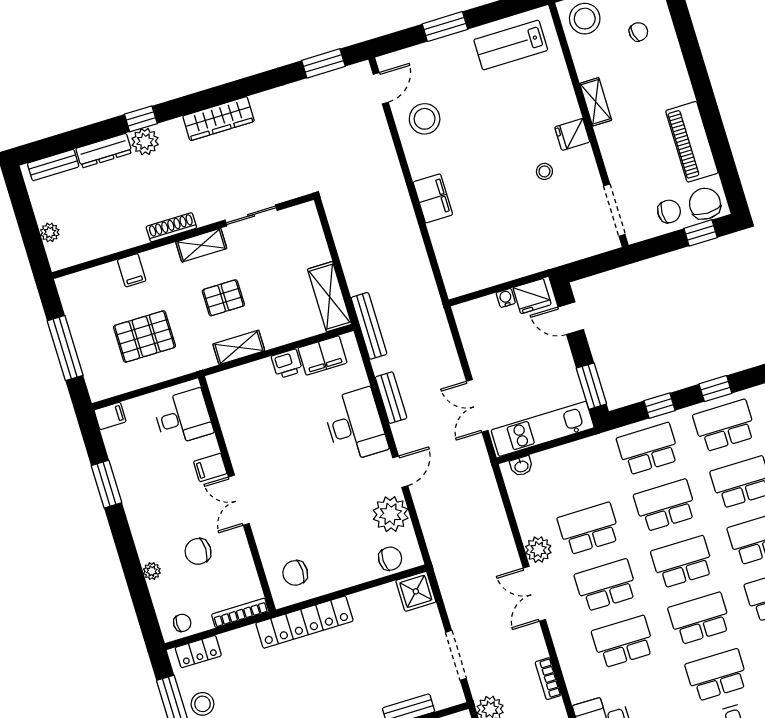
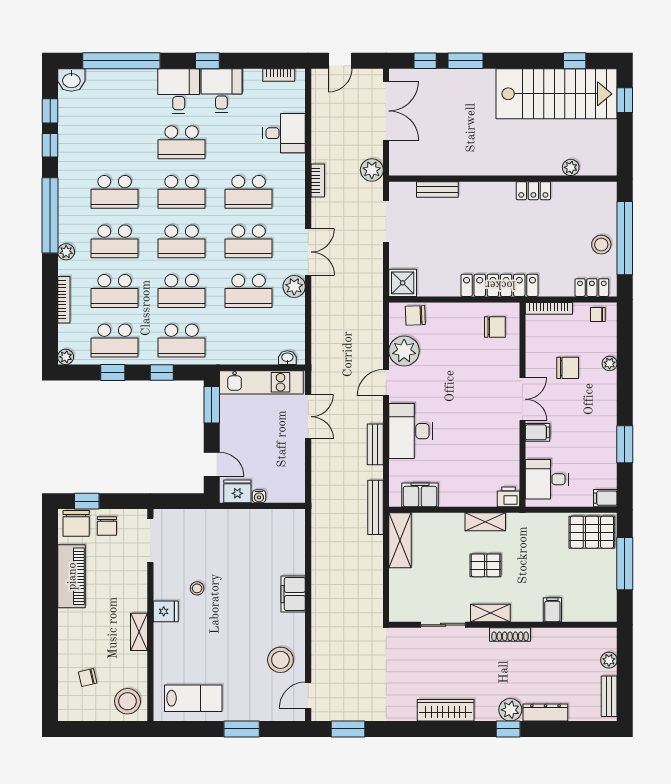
bench: (53, 165) -> (609, 696), moved, turned 90
chair: (669, 211) -> (107, 526), turned -90
pallet: (144, 336) -> (592, 532), moved
printer: (287, 364) -> (508, 497), moved

